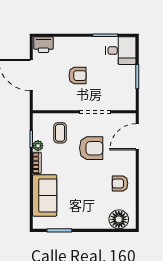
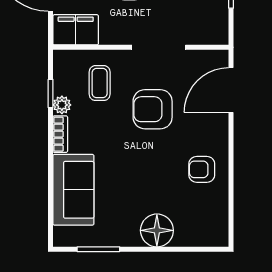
filing cabinet: (46, 102) -> (76, 30), added
armchair: (91, 148) -> (153, 109), turned 180
floor lamp: (119, 219) -> (157, 230), moved

